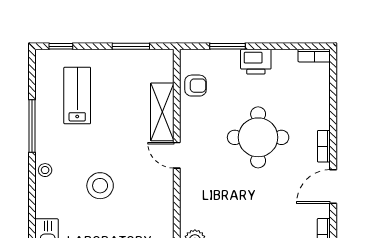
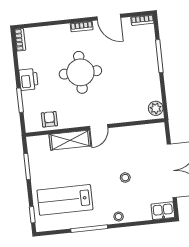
lab bench: (77, 95) -> (65, 200), width x1.36, depth x1.39
stool: (100, 186) -> (125, 178), width x0.53, depth x0.53

